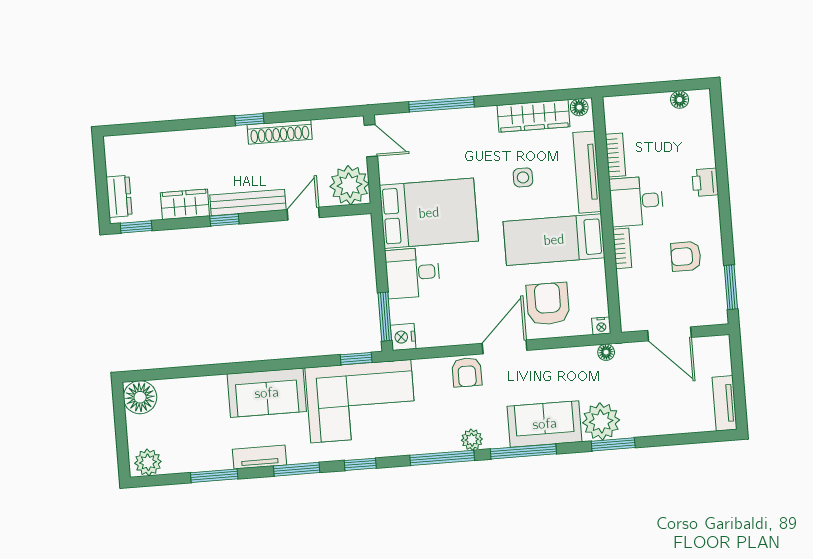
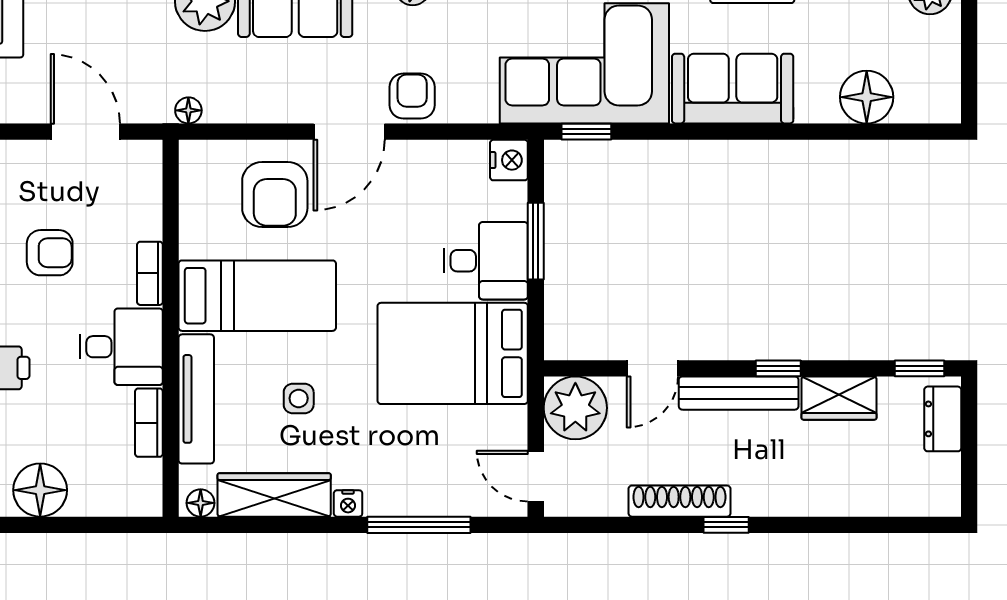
floor lamp: (680, 100) -> (40, 490), width x1.89, depth x1.89
window: (385, 317) -> (536, 241), moved
nightstand: (601, 326) -> (348, 503), moved, turned 180
floor lamp: (140, 397) -> (867, 97), moved

